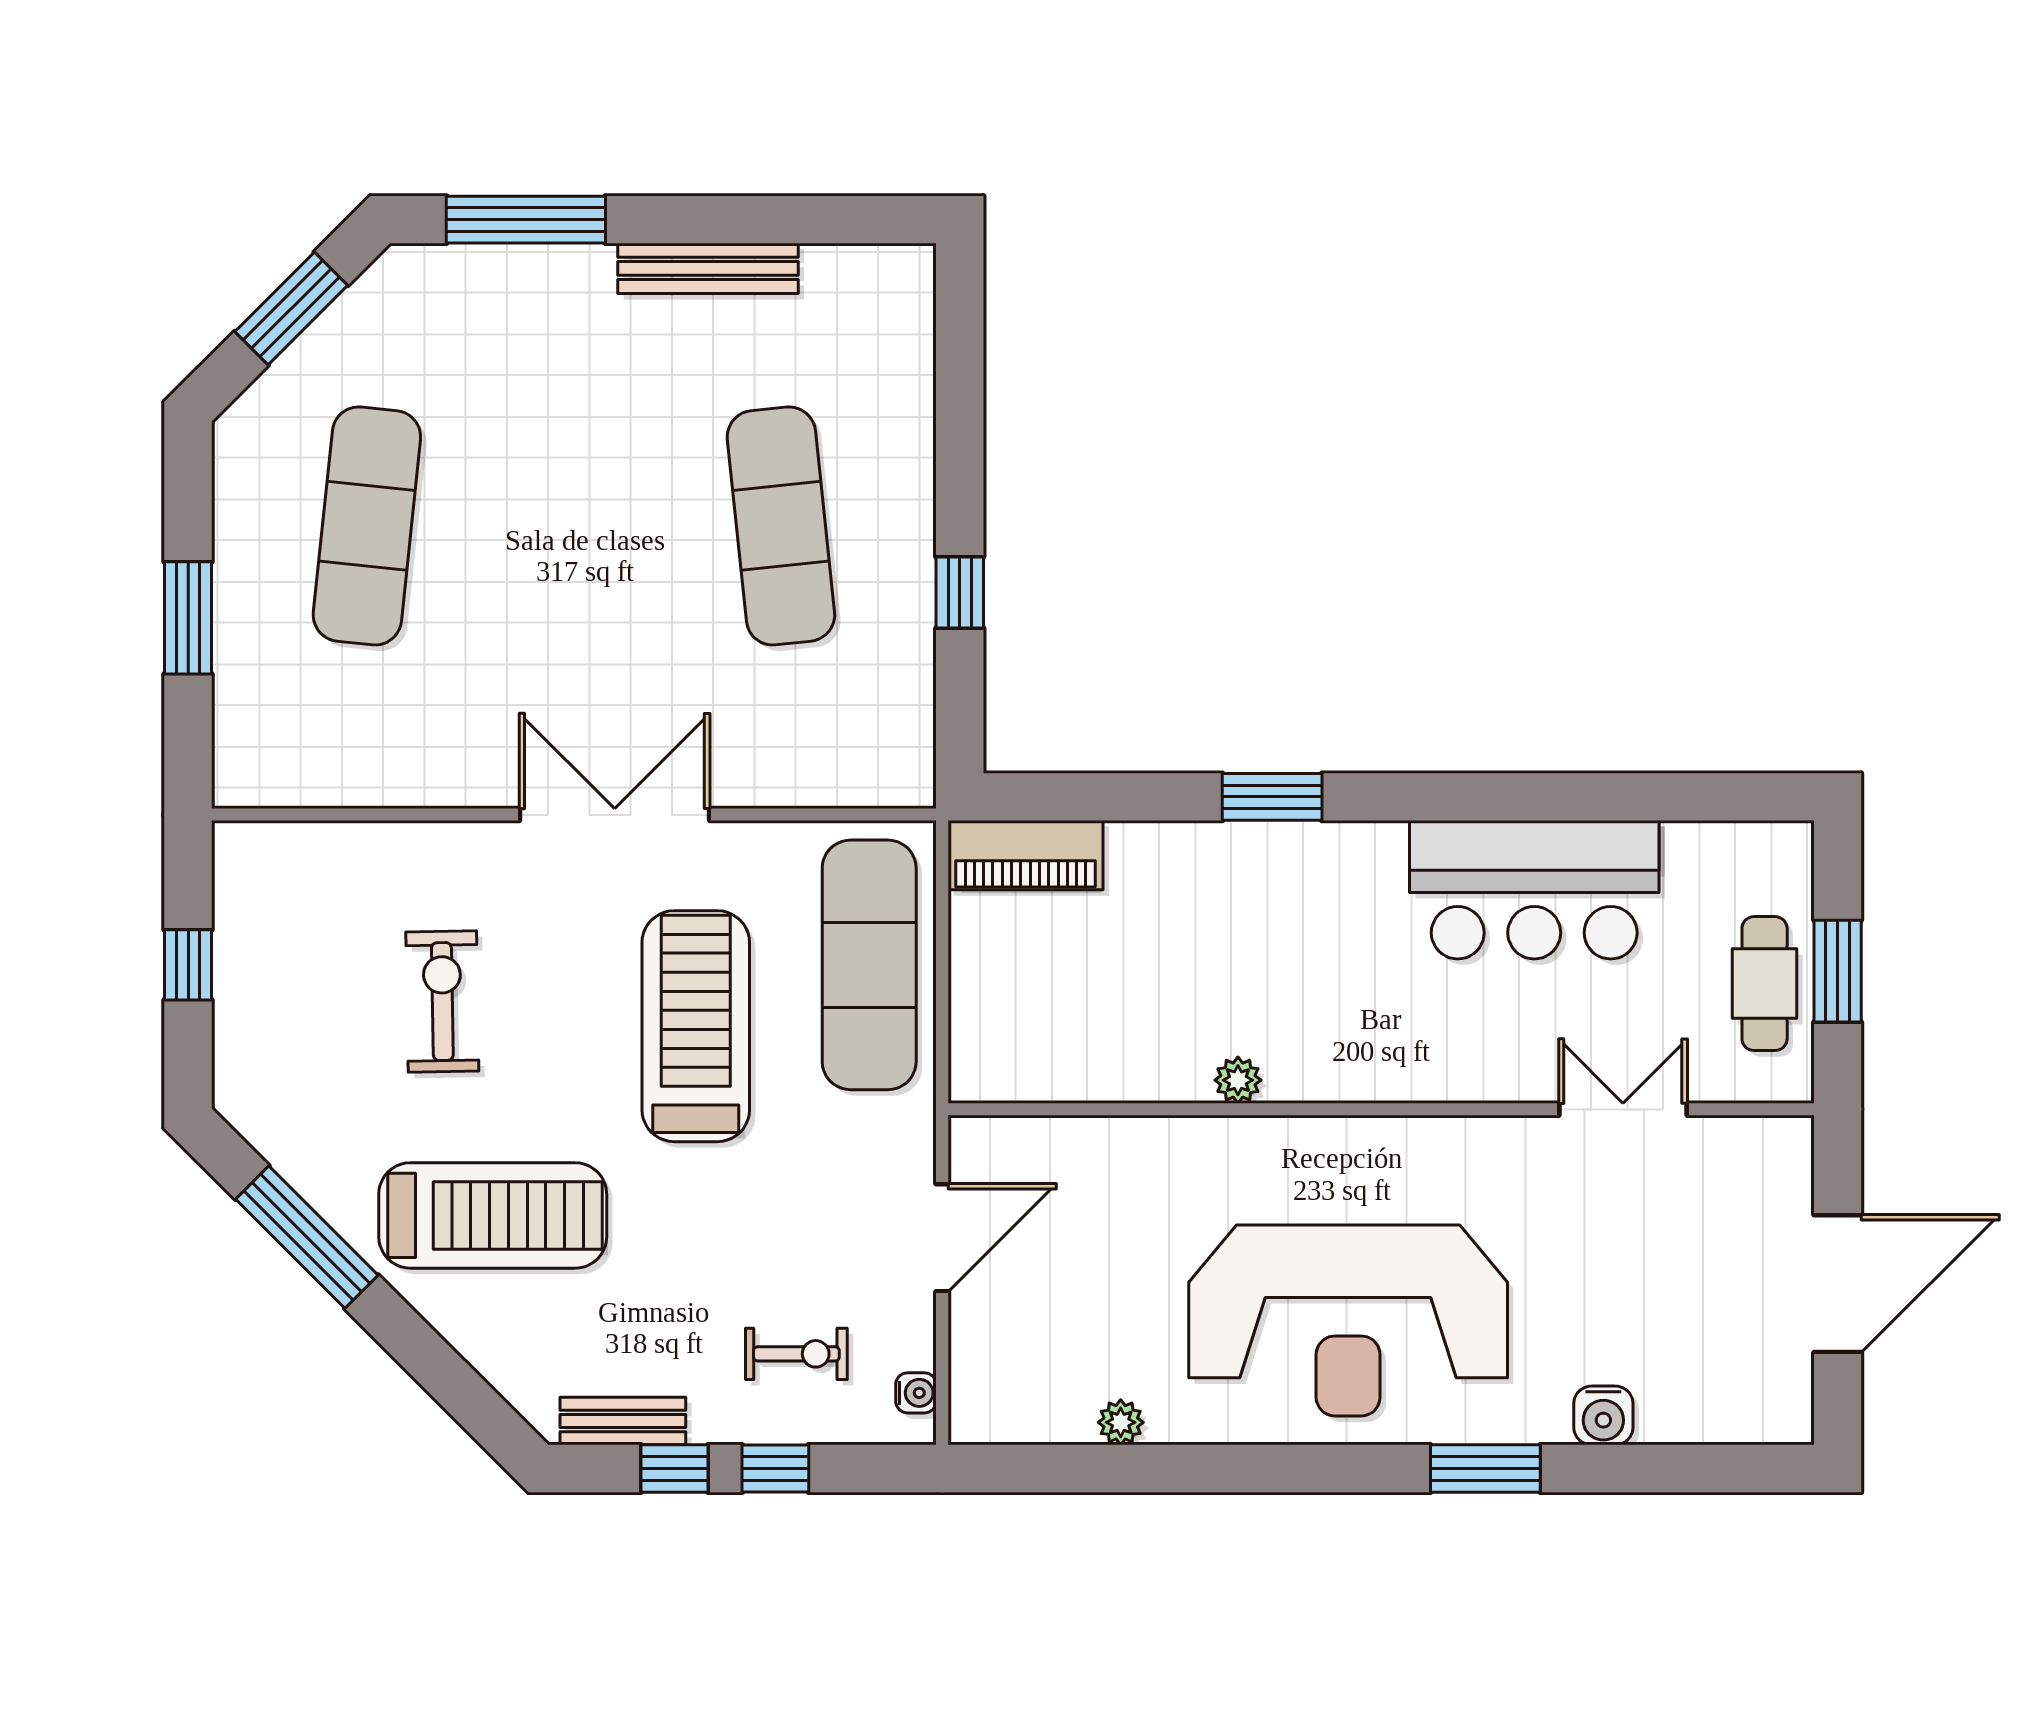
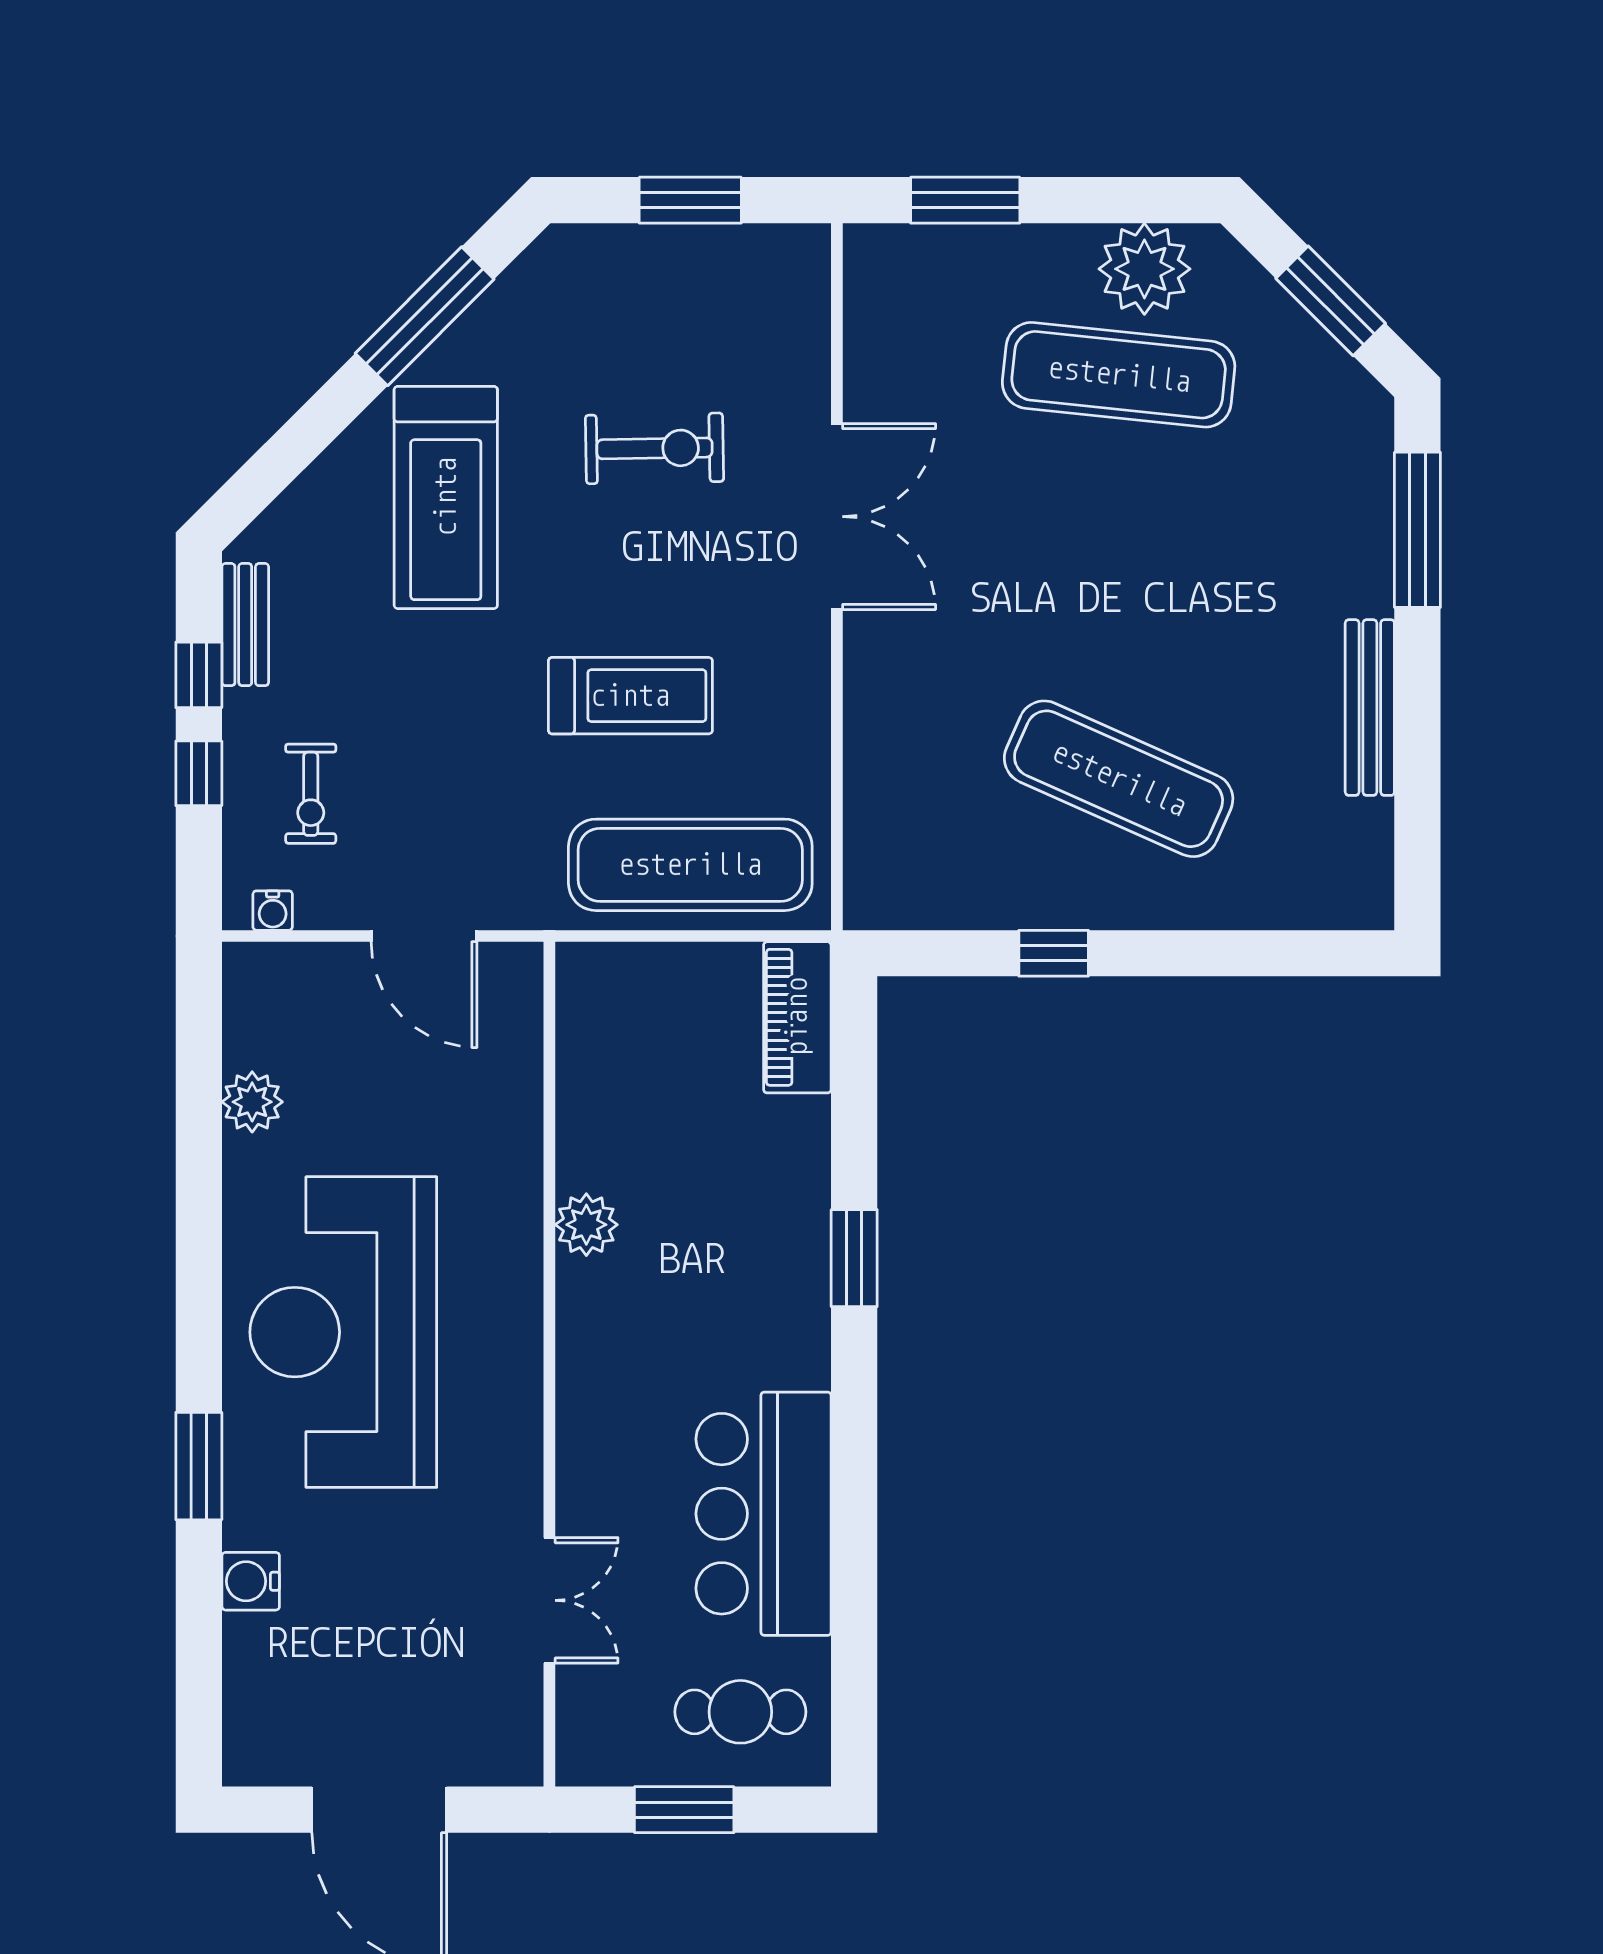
plant: (258, 499) -> (1144, 269), added
exercise mat: (781, 526) -> (1119, 779), turned 30
window: (188, 618) -> (965, 200), moved
double door: (615, 815) -> (837, 517), moved
window: (188, 965) -> (690, 200), width x1.50
cafe table: (1765, 984) -> (740, 1712), moved
treadmill: (696, 1026) -> (630, 696), width x0.73, depth x0.73
plant: (1238, 1080) -> (586, 1225), width x1.38, depth x1.38
plant: (1121, 1422) -> (252, 1102), width x1.38, depth x1.38

